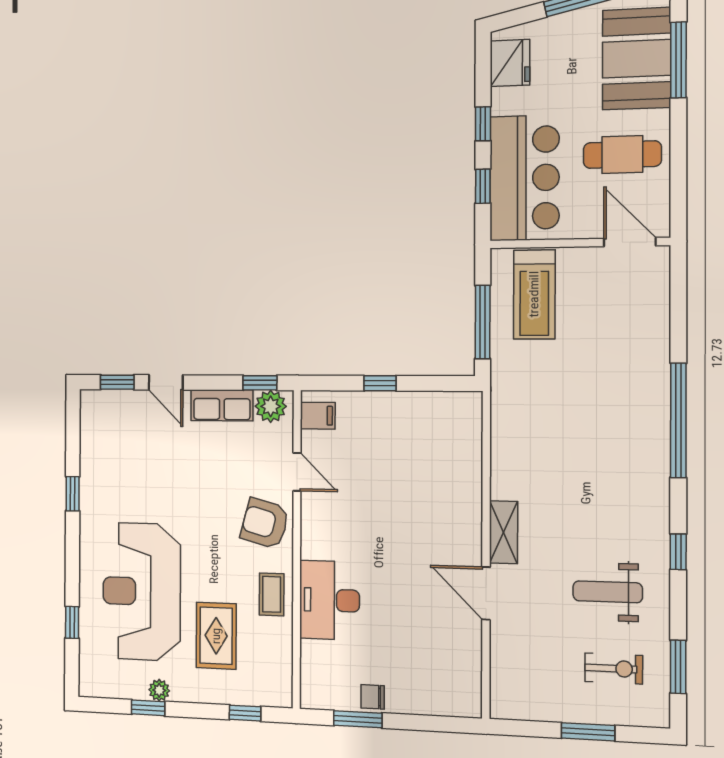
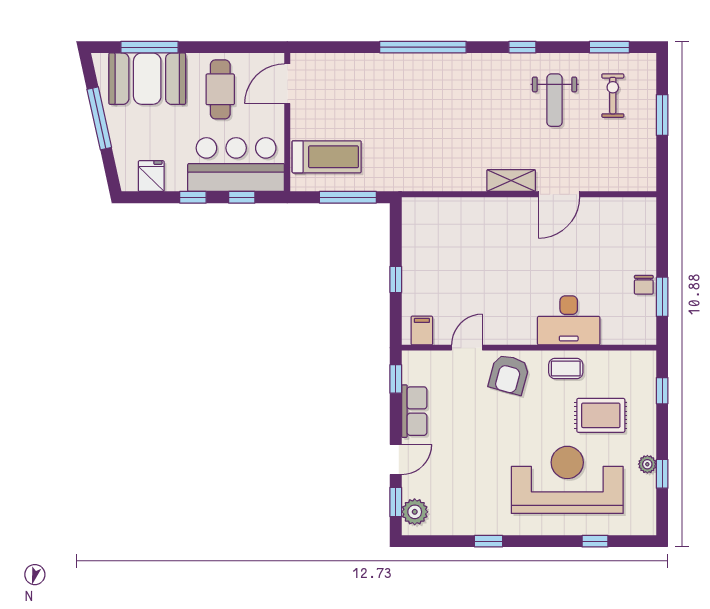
fridge: (510, 63) -> (151, 176), width x0.72
plant: (271, 406) -> (415, 512), moved
reception desk: (142, 591) -> (567, 480), turned 180

